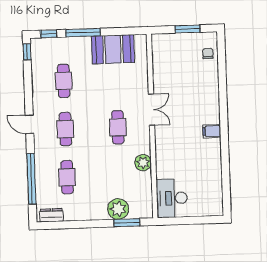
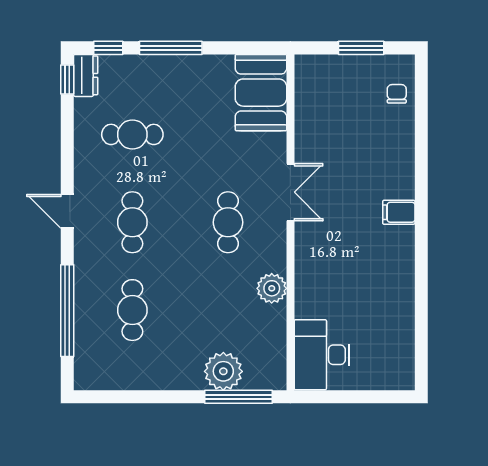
booth: (113, 49) -> (261, 93), moved, turned 90
cafe table: (64, 81) -> (132, 134), turned 90
filing cabinet: (212, 131) -> (399, 212), moved
dresser: (51, 215) -> (86, 75), moved, turned 90
window: (127, 223) -> (238, 397), width x1.44

